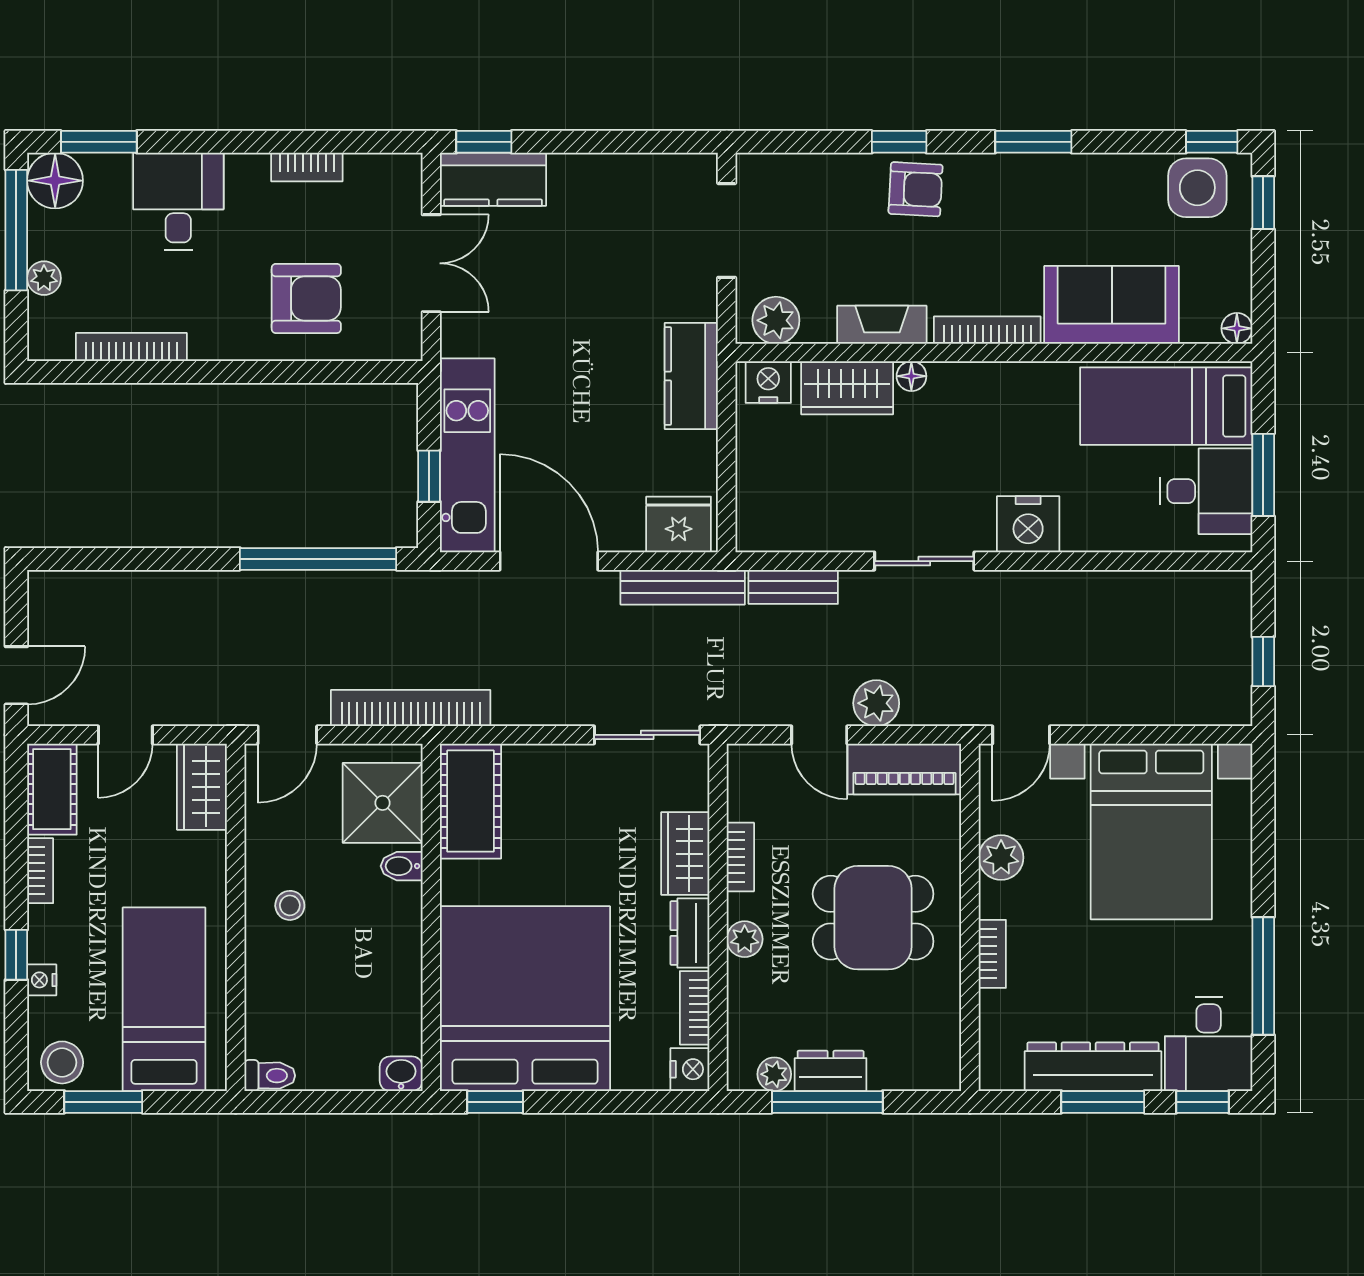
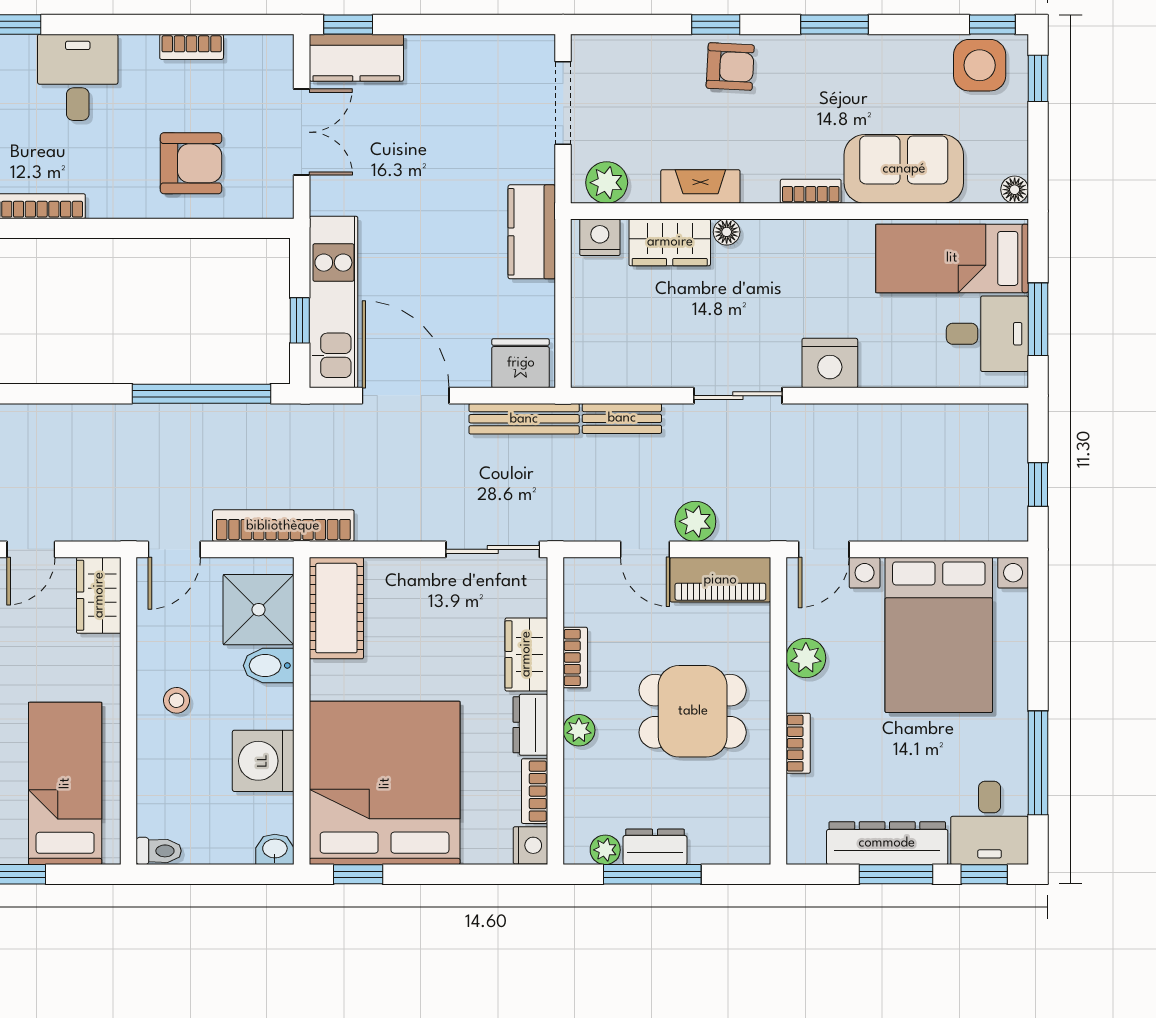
bookcase: (987, 330) -> (811, 191), width x0.64
bidet: (402, 866) -> (269, 666), width x1.38, depth x1.36
washing machine: (388, 974) -> (263, 761), added

